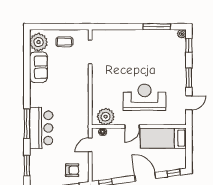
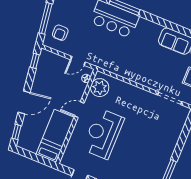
reception desk: (145, 97) -> (103, 134), turned 180
door: (132, 126) -> (79, 110), hinge flipped
door: (90, 145) -> (78, 61), swing flipped

